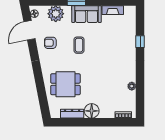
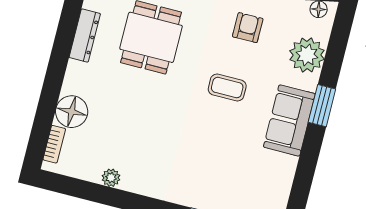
fireplace: (113, 10) -> (284, 178), removed
floor lamp: (92, 111) -> (72, 112), moved

